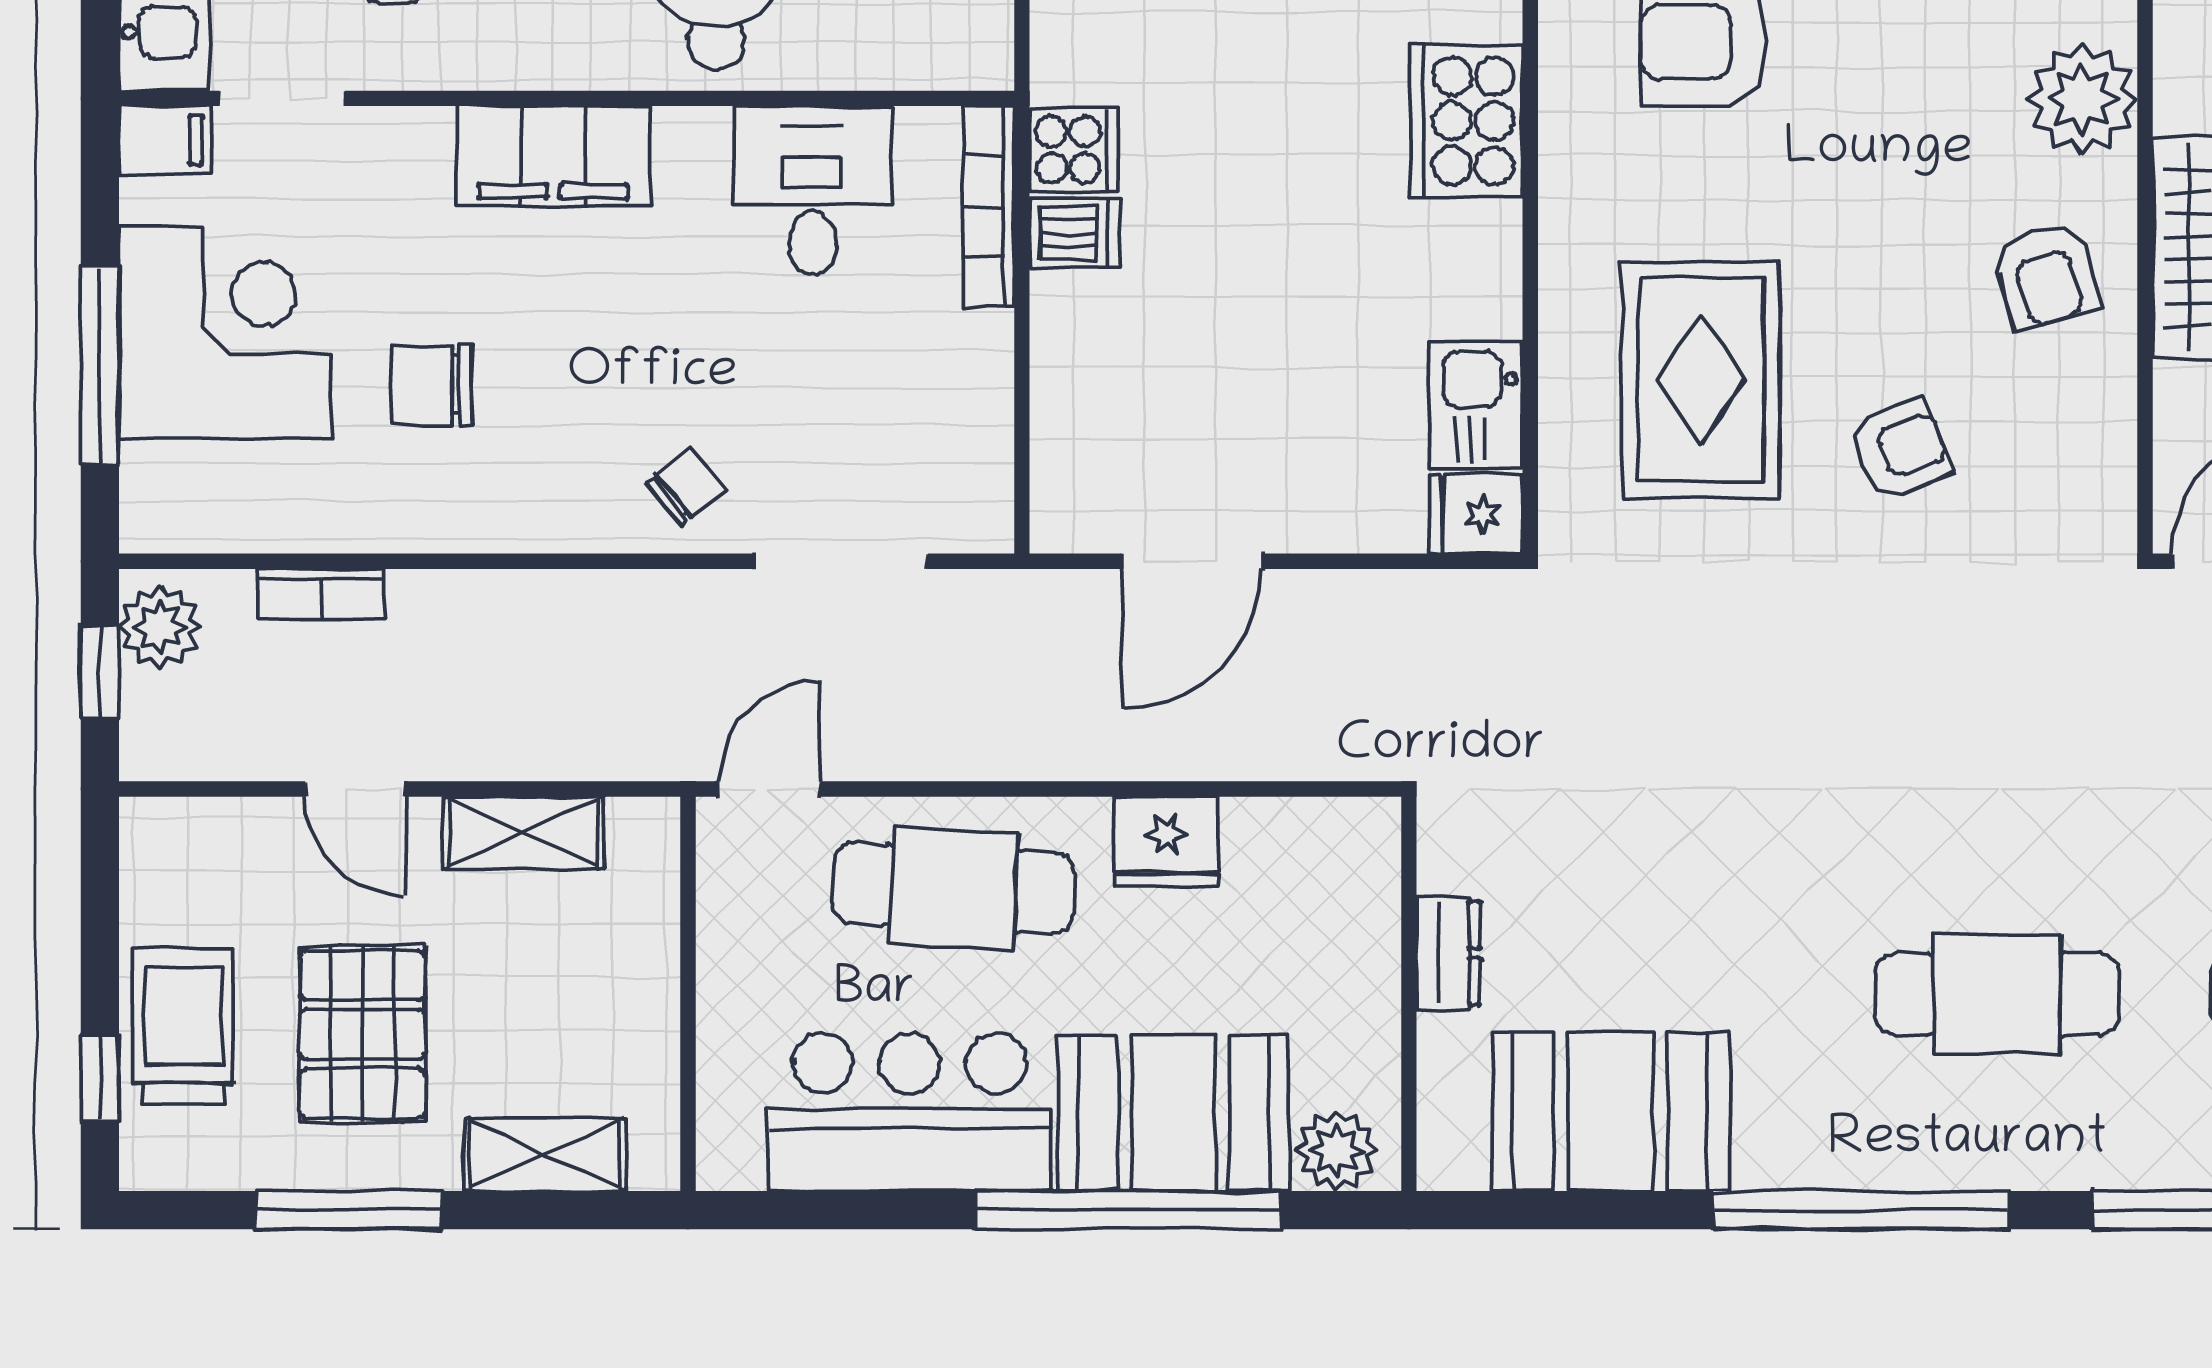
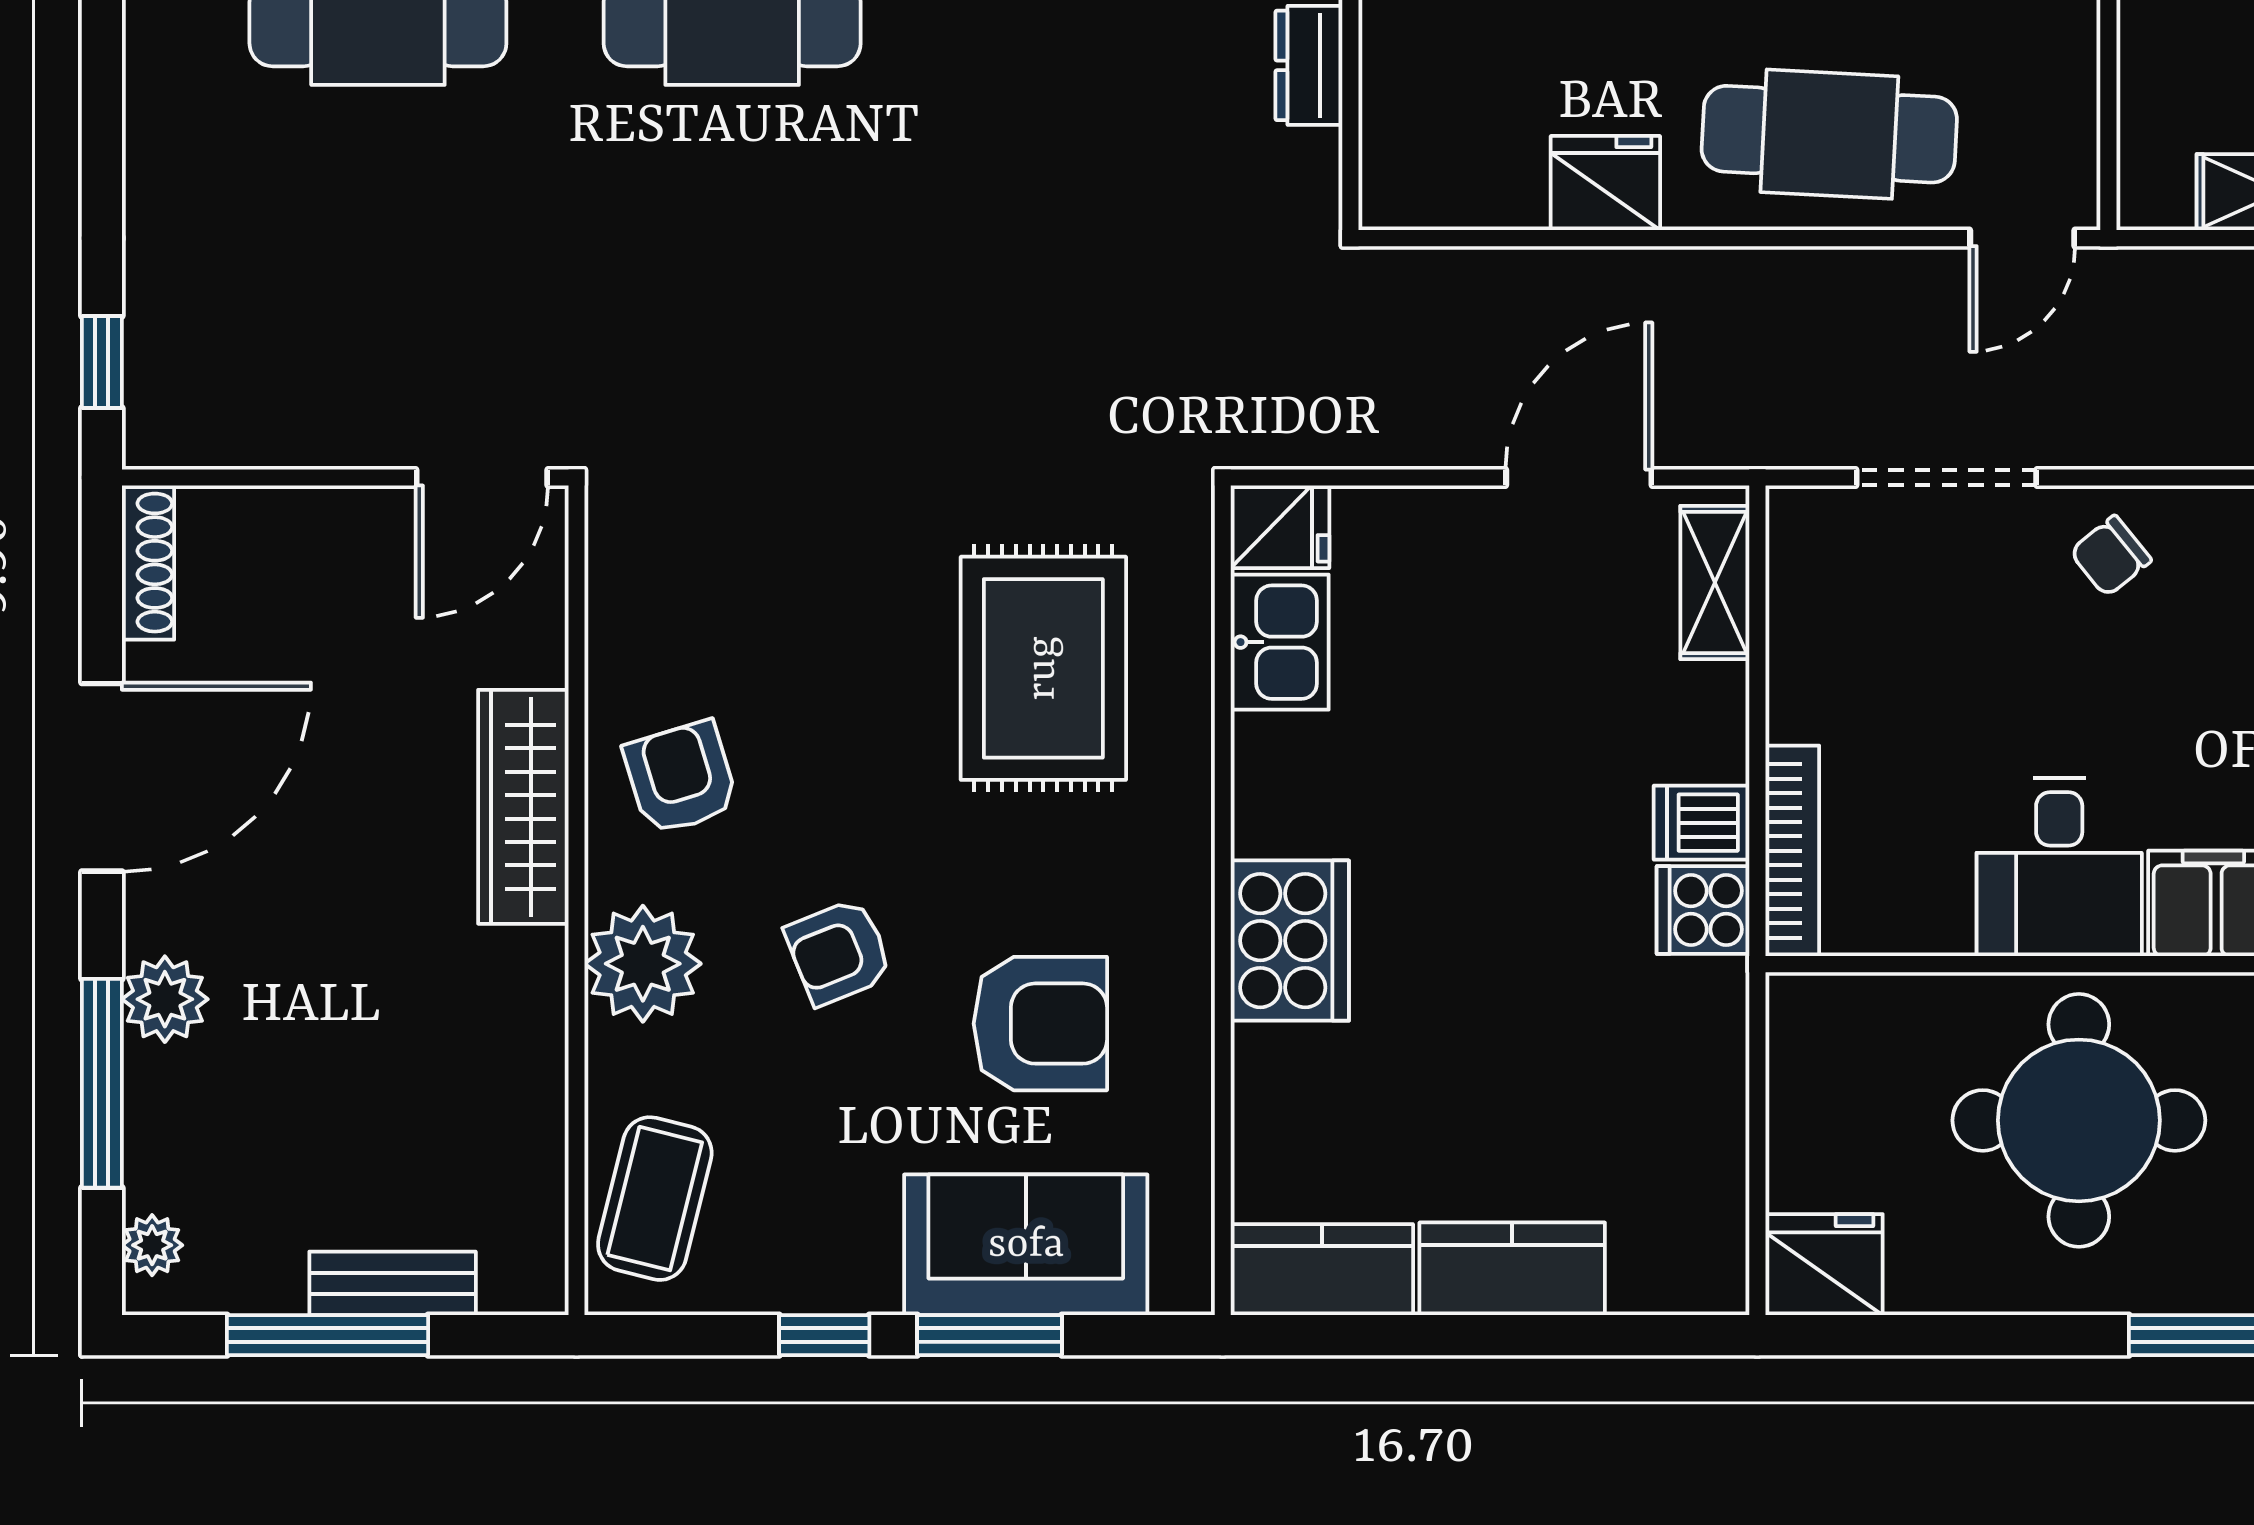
desk: (813, 191) -> (2059, 867), moved
armchair: (1901, 449) -> (839, 952), moved
shelving: (1062, 461) -> (1715, 582), added

